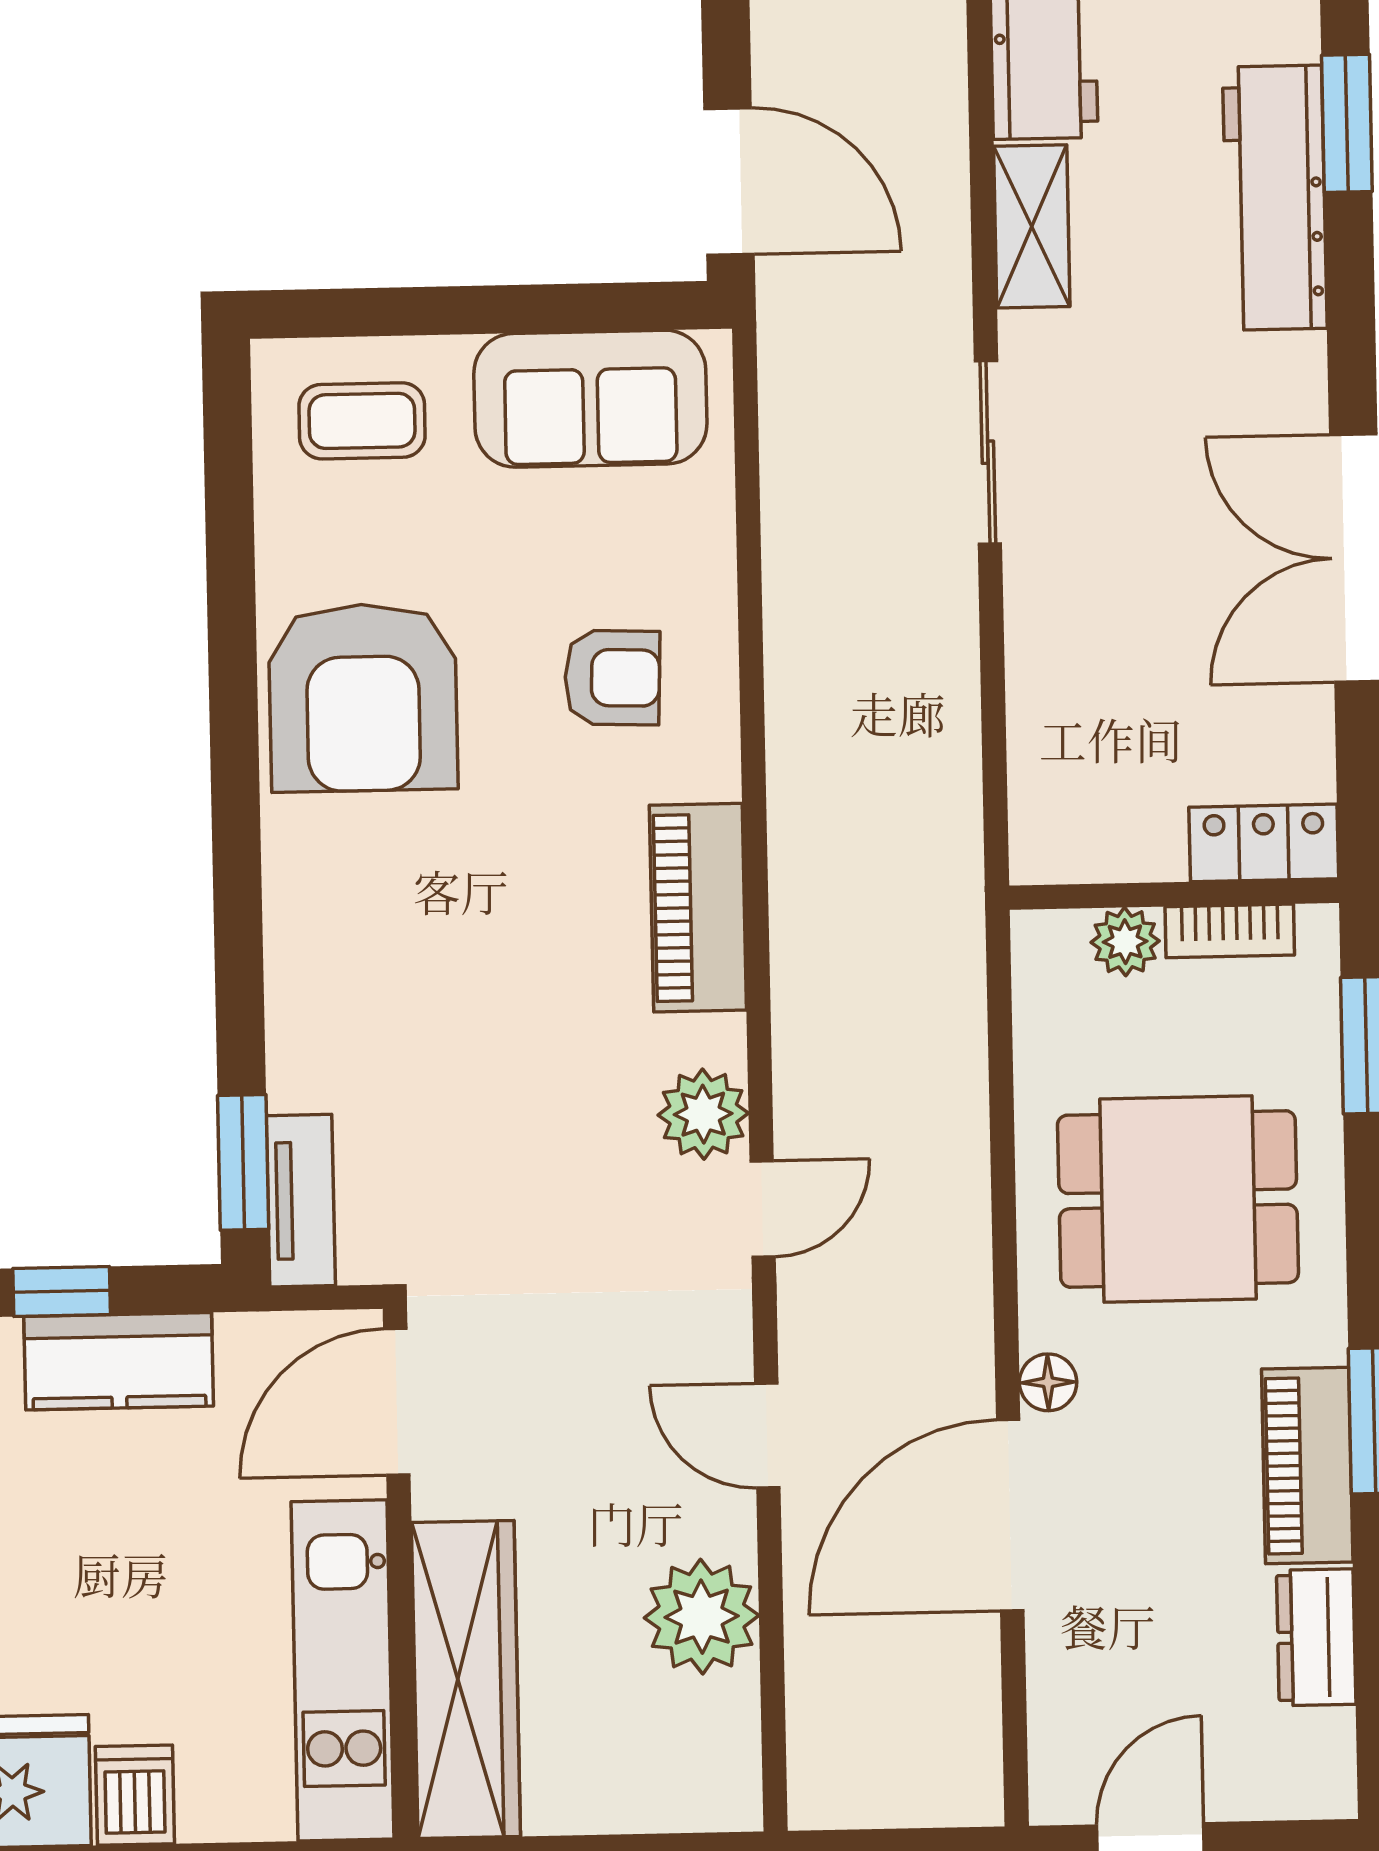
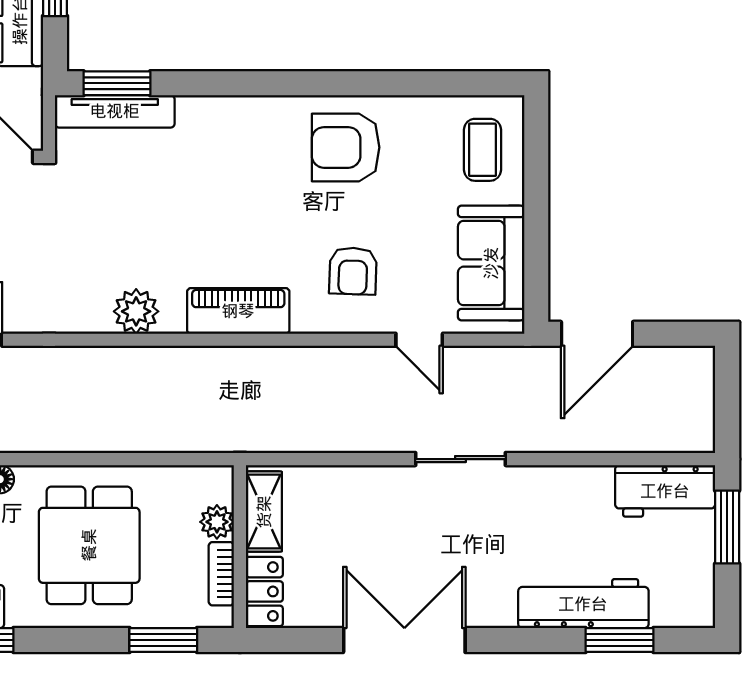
shelving: (1032, 226) -> (264, 512), moved, turned 90
armchair: (363, 698) -> (346, 147), width x0.73, depth x0.73
tv unit: (301, 1201) -> (115, 111), width x1.41
door: (763, 1209) -> (419, 340), moved

